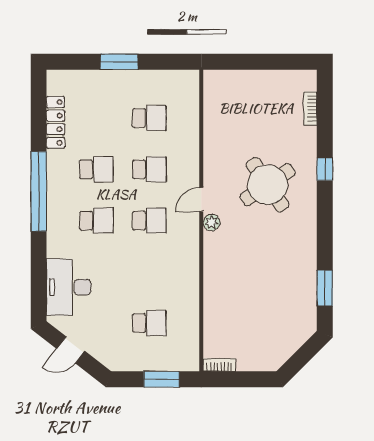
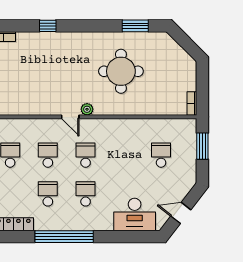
round table: (268, 185) -> (121, 71), moved, turned 34
door: (71, 350) -> (181, 213), swing flipped

